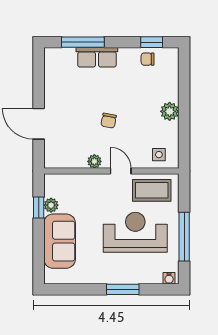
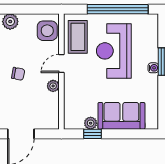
side table: (159, 155) -> (47, 31), width x1.87, depth x1.87
window: (184, 237) -> (118, 9), width x1.46
water cooler: (169, 278) -> (153, 68), moved

